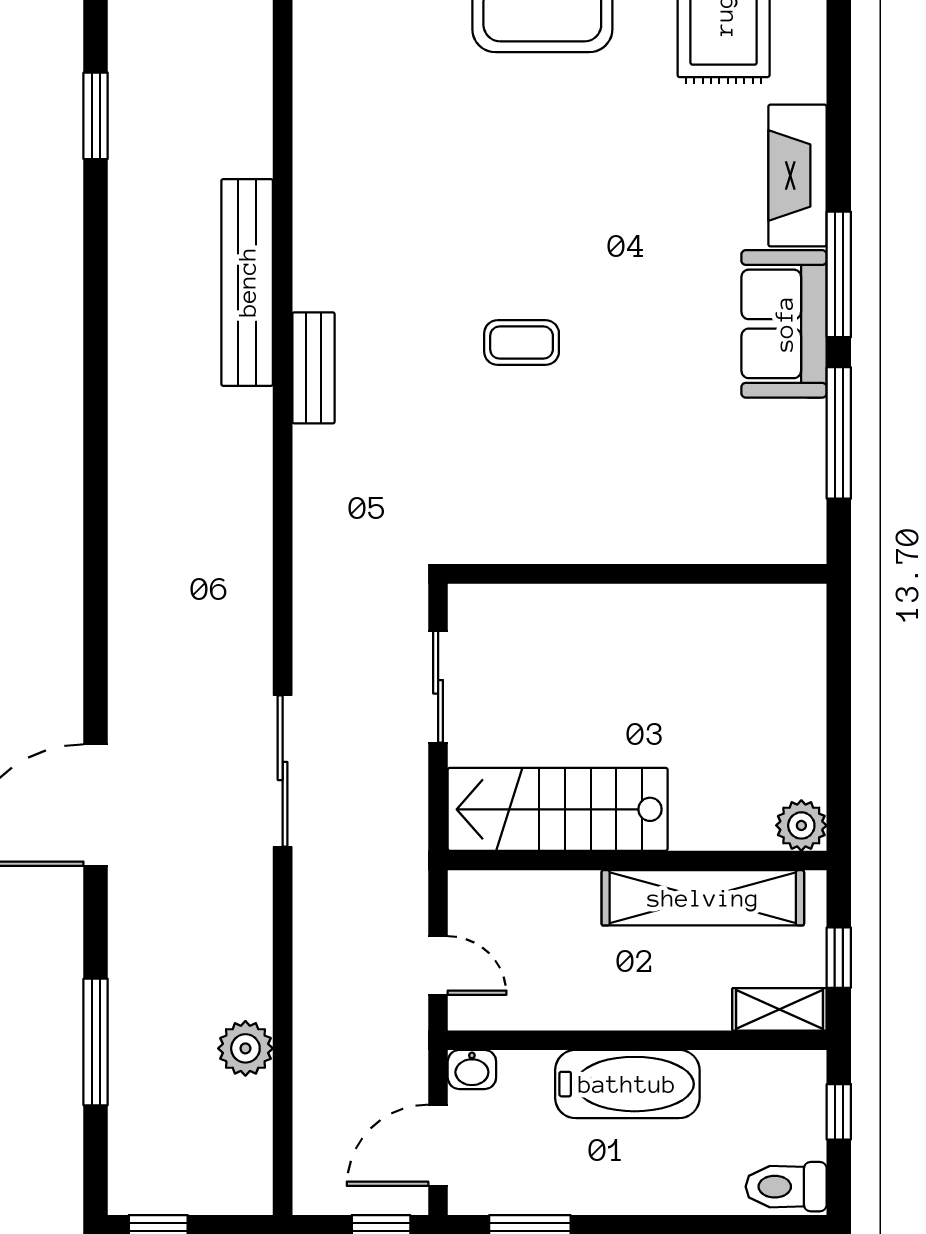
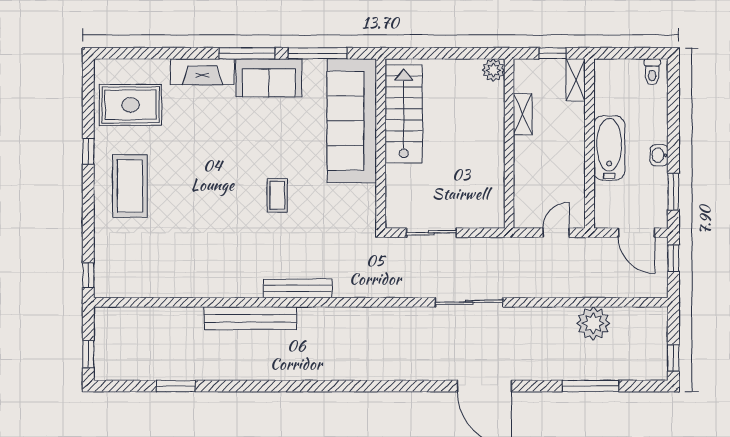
bench: (313, 368) -> (298, 288), width x1.36
sofa: (688, 509) -> (352, 121), added
stairs: (558, 809) -> (404, 114), moved, turned 180
shelving: (703, 898) -> (523, 114), width x0.45, depth x0.75
plant: (245, 1048) -> (593, 323), width x1.36, depth x1.36
washbasin: (472, 1070) -> (659, 155), moved, turned 180
window: (839, 1112) -> (622, 53), removed
toilet: (786, 1187) -> (652, 72), width x0.73, depth x0.72

